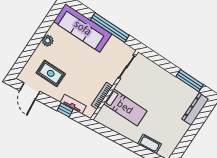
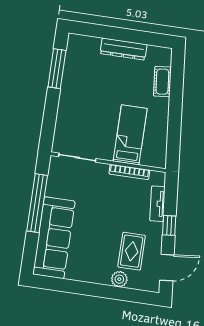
plant: (48, 41) -> (119, 279), moved
dresser: (195, 109) -> (124, 49), moved
window: (65, 110) -> (169, 225), moved

